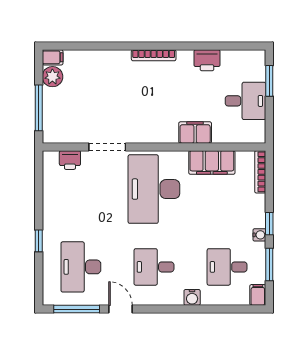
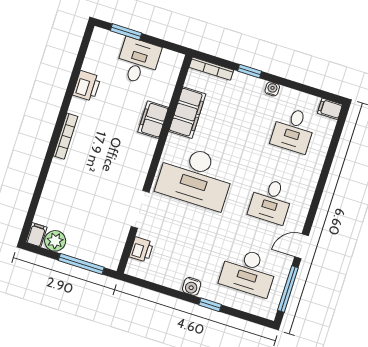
window: (269, 224) -> (250, 71), moved
window: (269, 265) -> (304, 88), removed
water cooler: (192, 297) -> (192, 286), moved, turned 90

